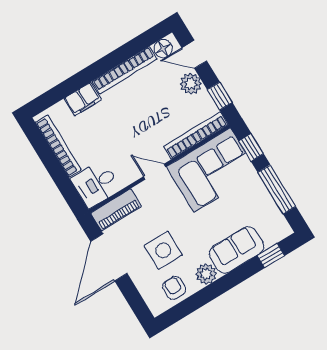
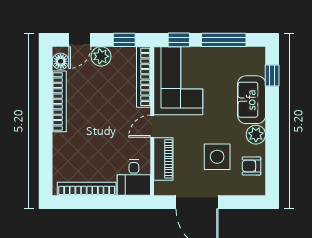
filing cabinet: (83, 99) -> (62, 148), removed
piano: (116, 210) -> (163, 159), moved

